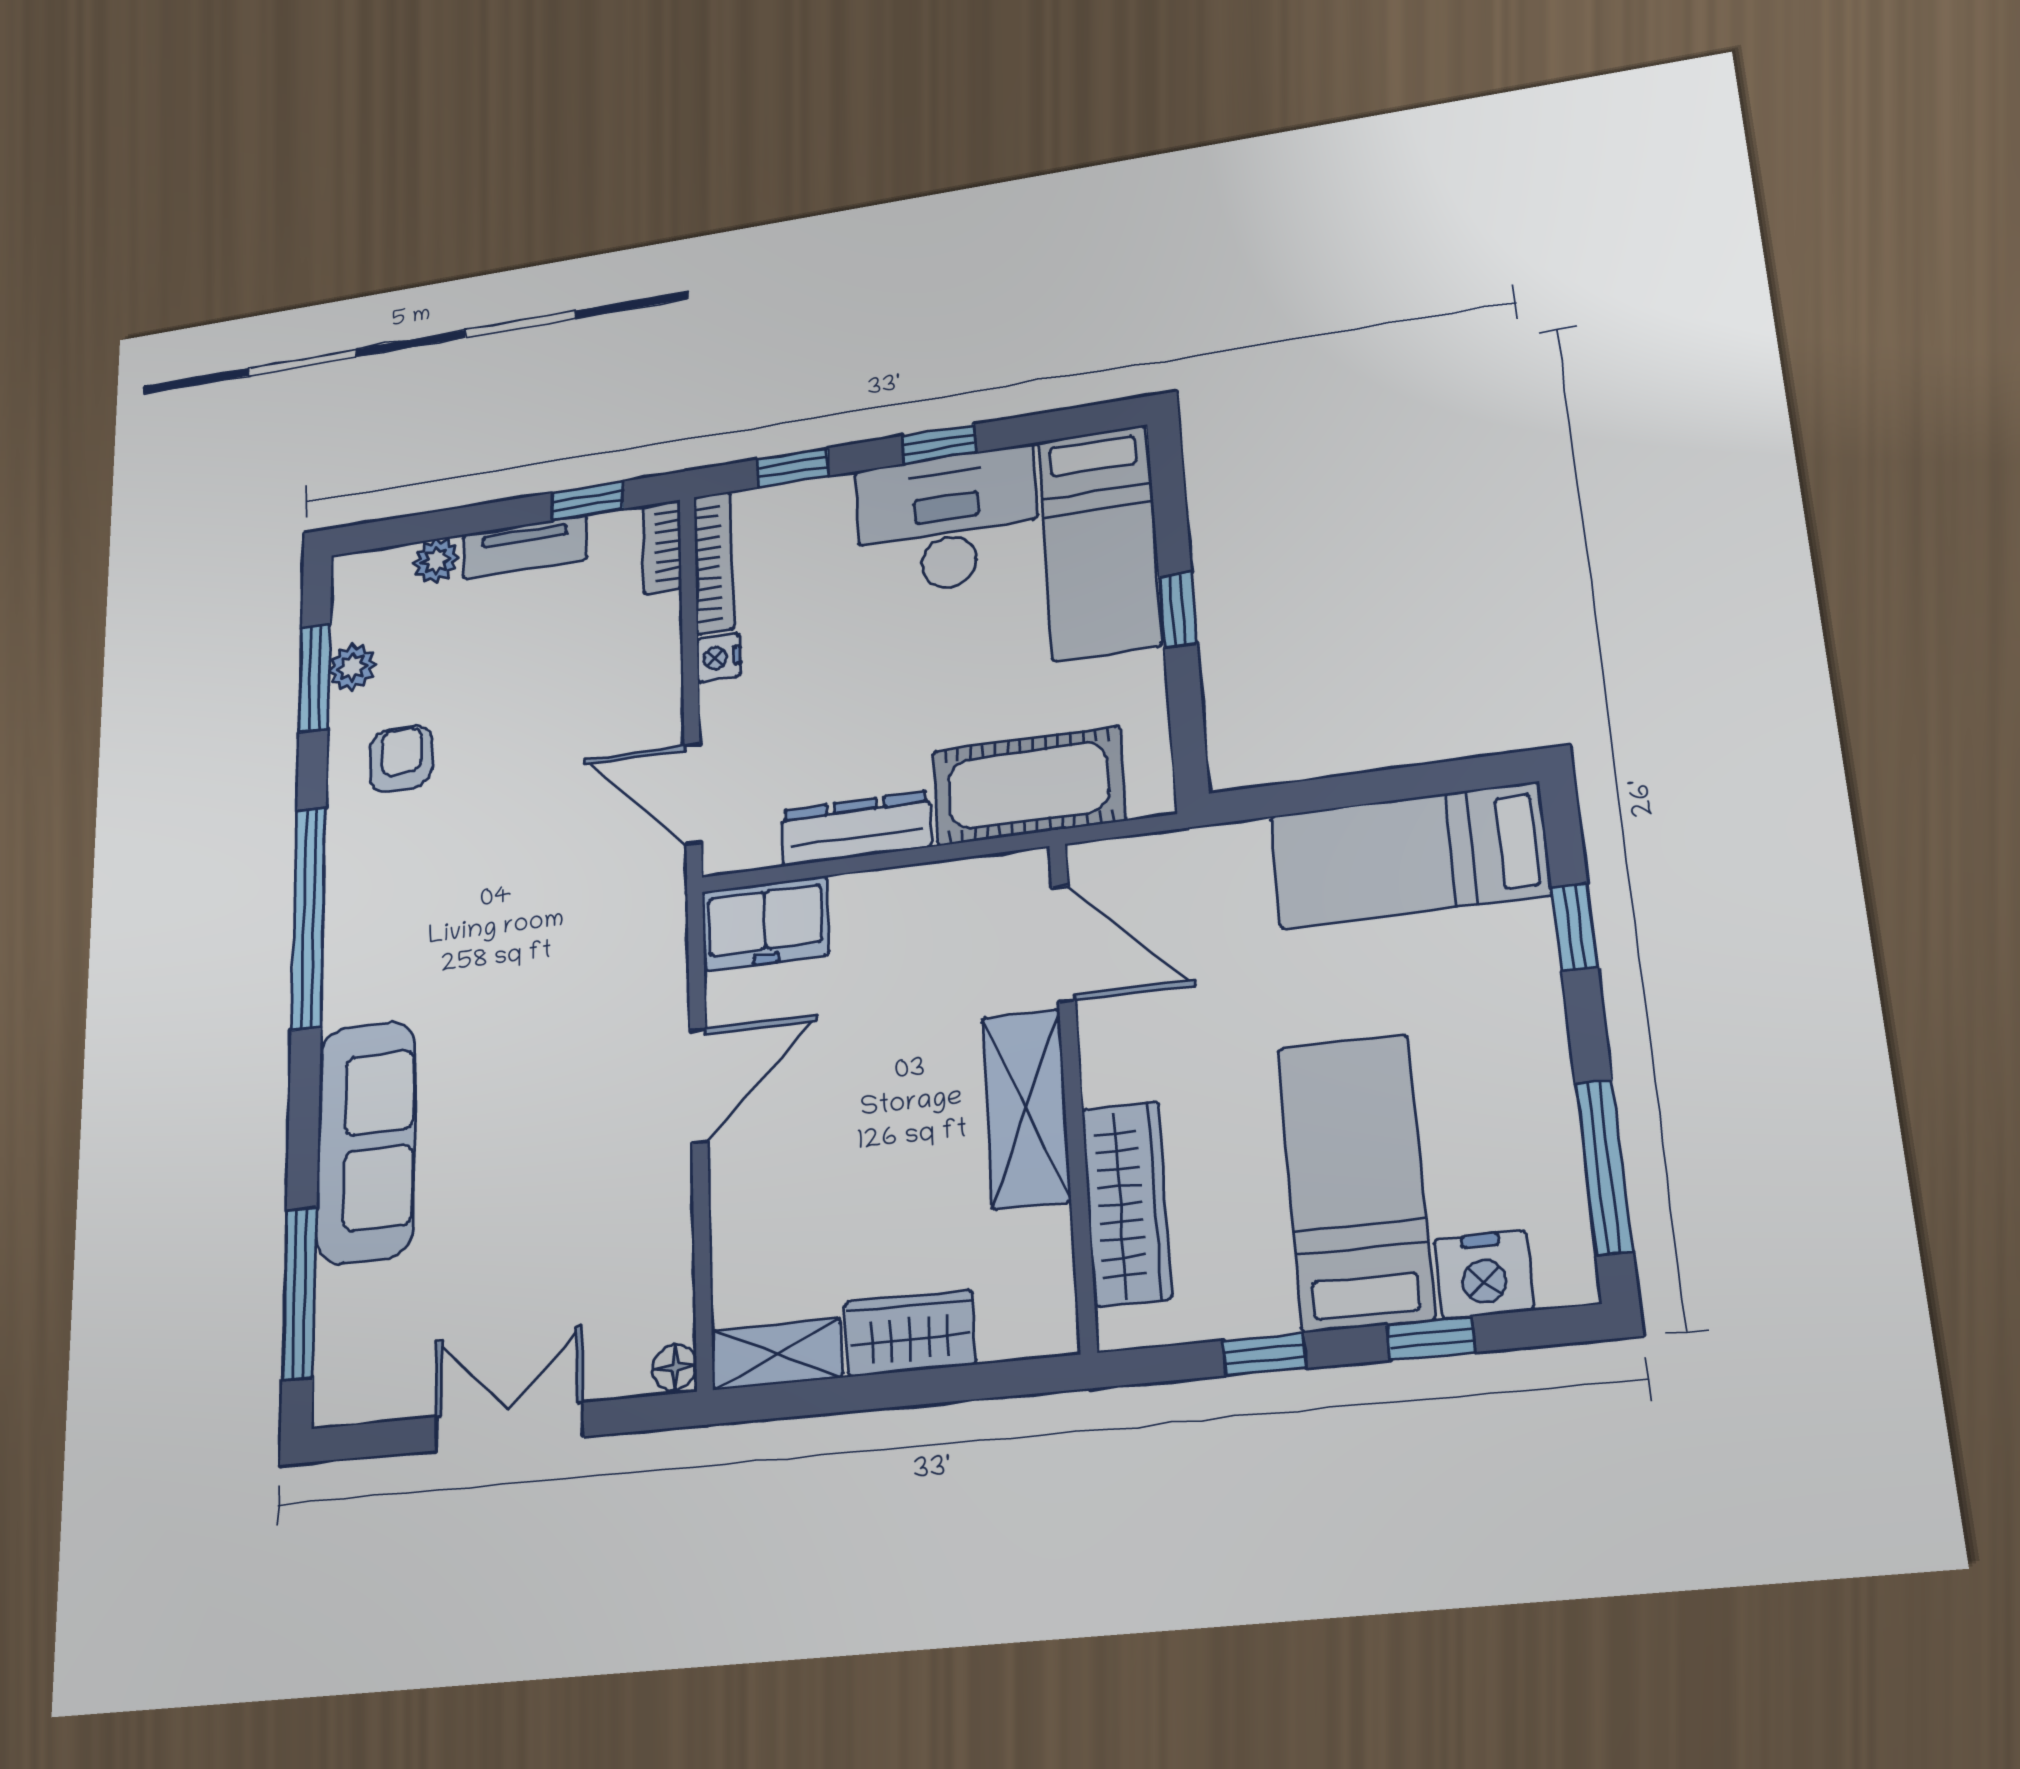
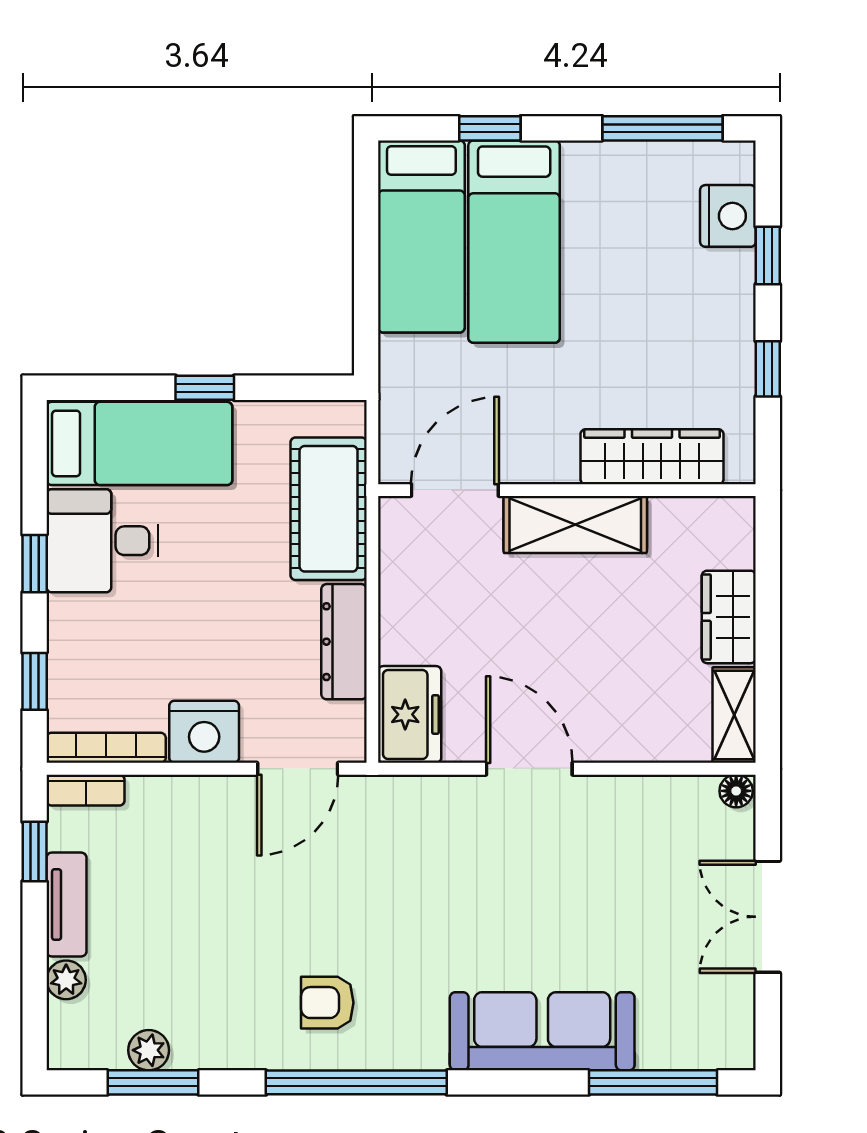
desk: (947, 522) -> (102, 541), width x0.73
nightstand: (719, 658) -> (204, 732), width x1.89, depth x1.79
armchair: (401, 759) -> (327, 1003), moved
bed: (1355, 1182) -> (514, 242), moved, turned -90

